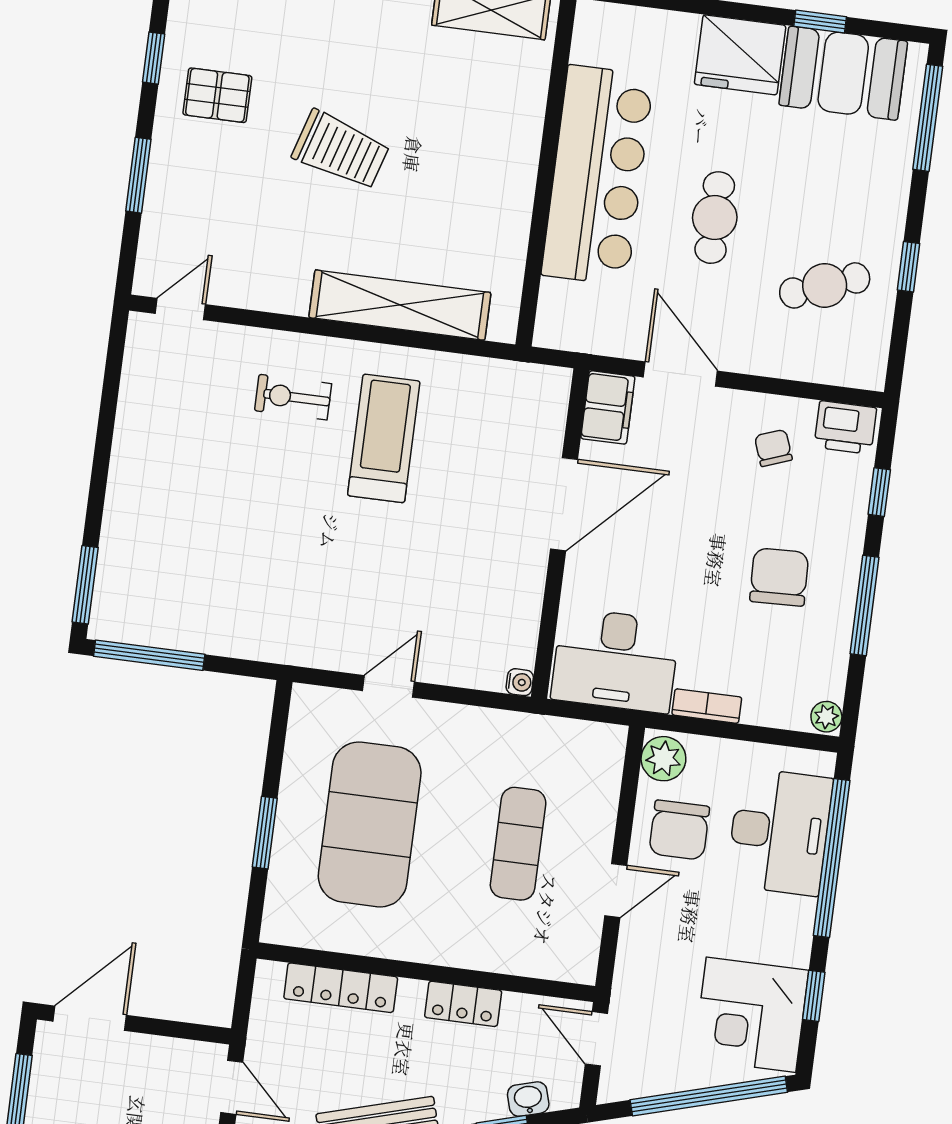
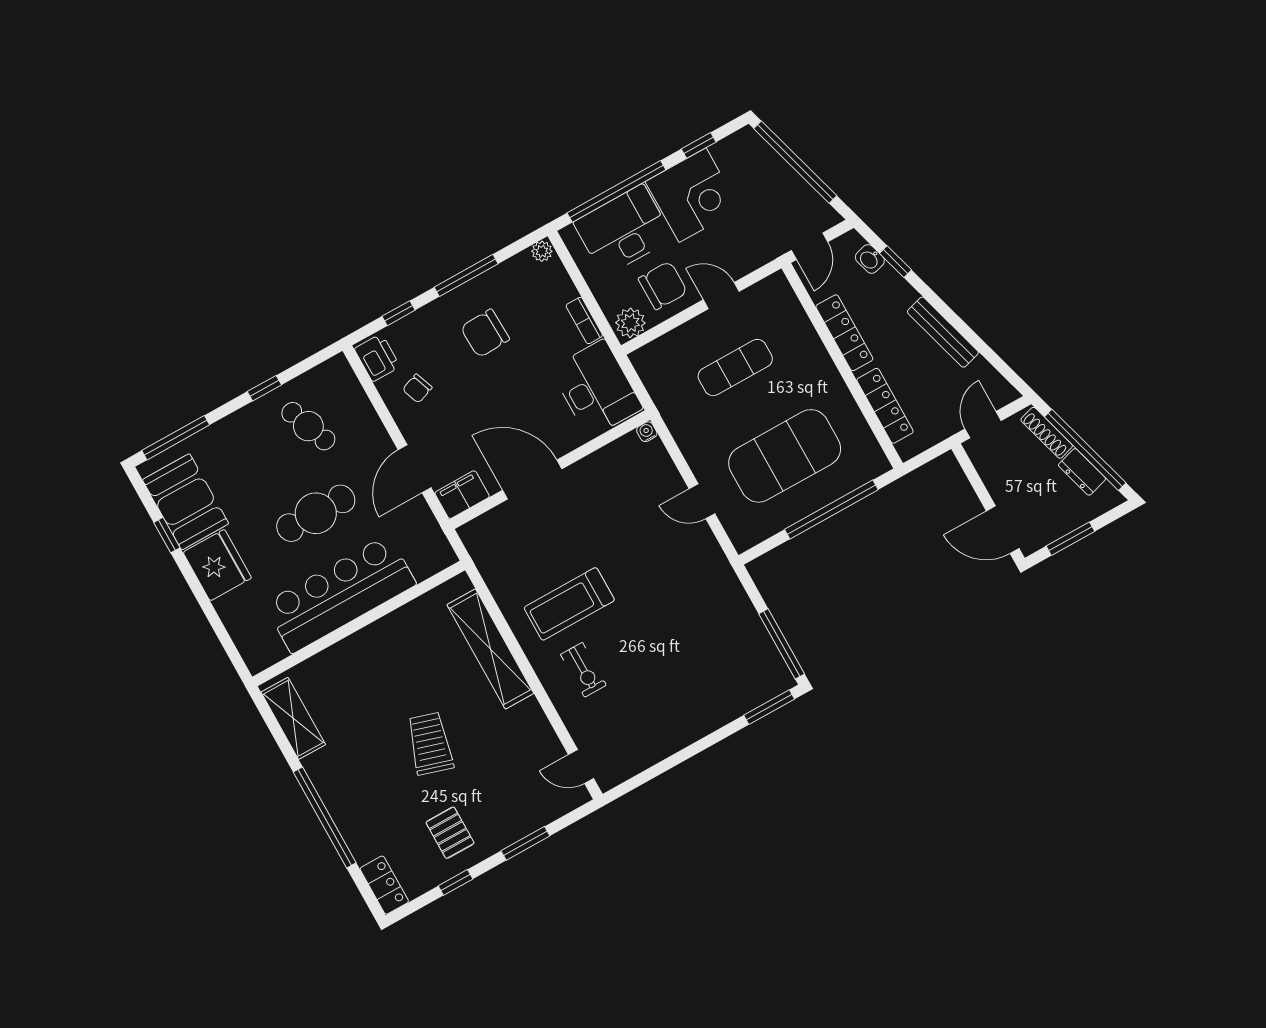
cafe table: (715, 218) -> (316, 513), width x1.37, depth x1.35
window: (265, 833) -> (831, 510), width x2.11
locker: (463, 1004) -> (844, 333), width x1.53
corner desk: (751, 1015) -> (693, 195), moved

